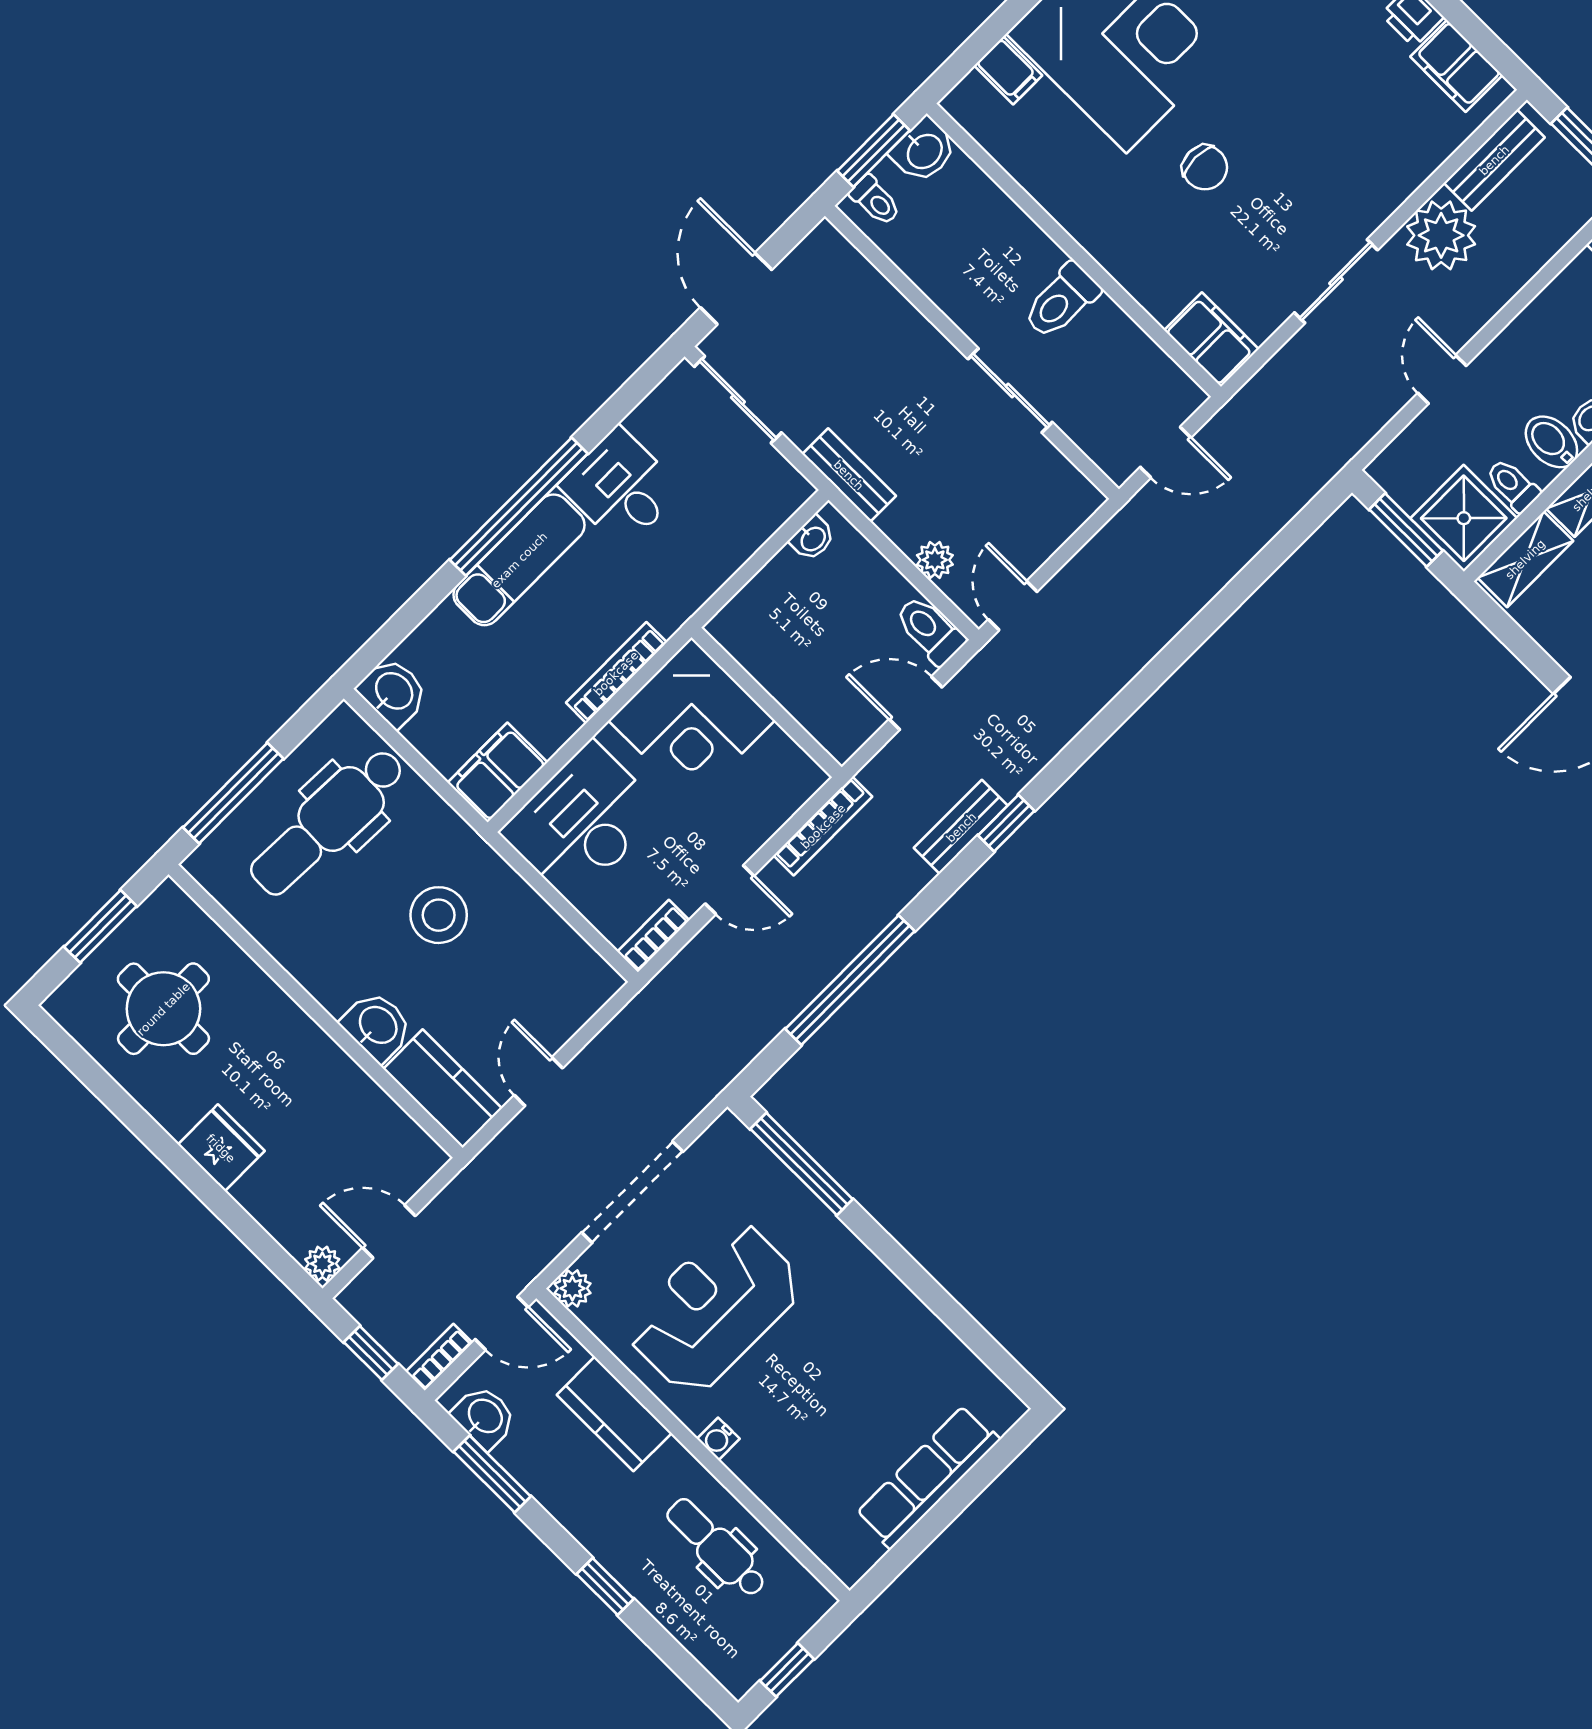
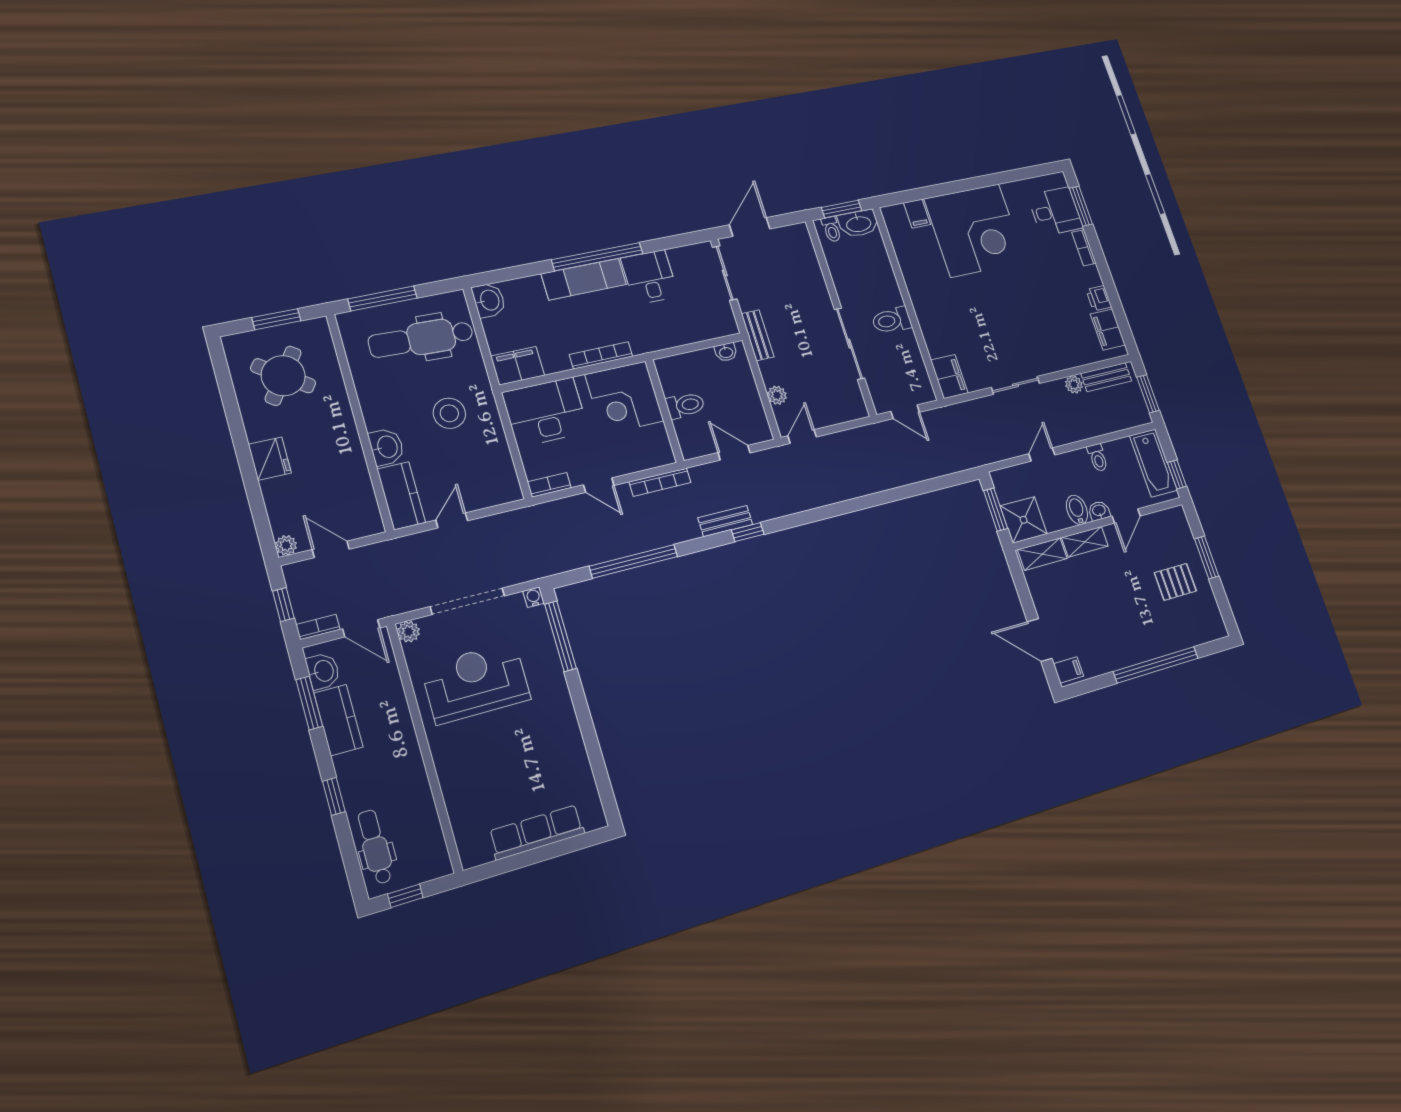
washbasin: (924, 150) -> (858, 223), width x1.38
chair: (1205, 168) -> (982, 304), removed
plant: (1441, 235) -> (1074, 384), width x0.53, depth x0.53
sliding door: (1010, 391) -> (849, 344), width x1.37
toilet: (1513, 485) -> (1098, 458), moved, turned 180
toilet: (930, 630) -> (685, 405), moved, turned 90
round table: (163, 1009) -> (283, 376), turned 35
kitchen counter: (614, 1414) -> (338, 720), moved, turned 180
water cooler: (718, 1439) -> (534, 597), moved, turned 90
dental chair: (716, 1548) -> (375, 847), moved

